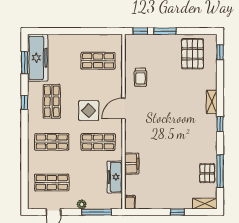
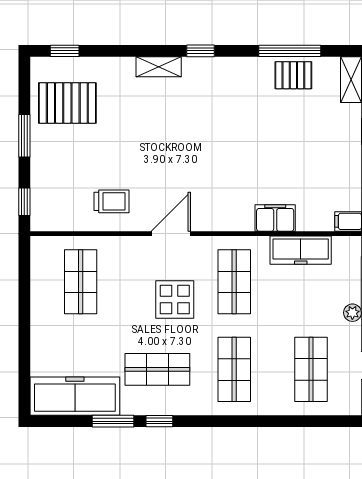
window: (165, 31) -> (24, 136), moved
window: (24, 63) -> (113, 421), moved
door: (123, 108) -> (171, 234), swing flipped

